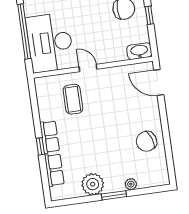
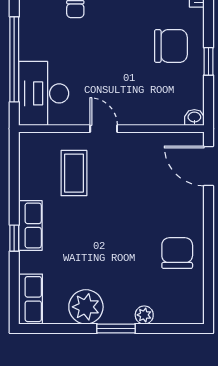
desk: (50, 43) -> (44, 93), width x0.73, depth x0.77
washbasin: (139, 51) -> (194, 117), width x0.52, depth x0.69
chair: (146, 141) -> (177, 253), turned 109
row of seats: (54, 170) -> (30, 299), moved

